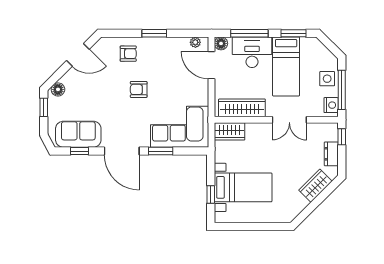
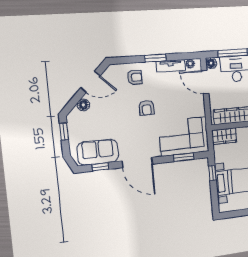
tv unit: (172, 43) -> (171, 66), added
floor lamp: (58, 89) -> (83, 105), moved
armchair: (139, 89) -> (147, 108), turned -90
window: (161, 151) -> (184, 157), moved
window: (211, 194) -> (212, 173), moved

